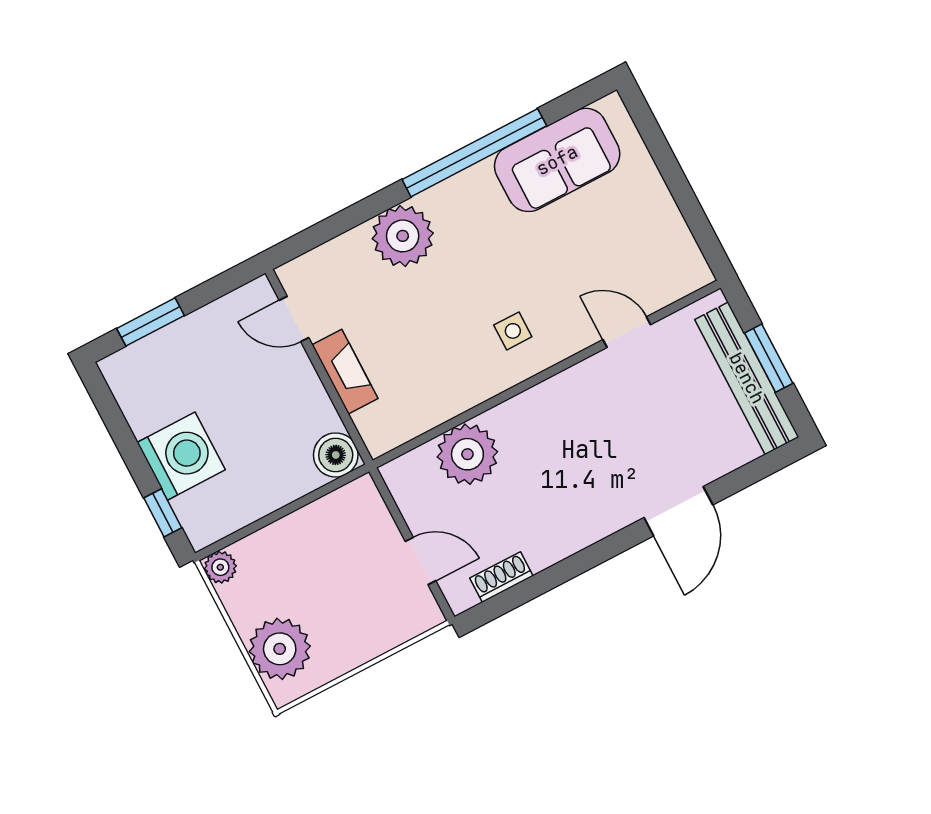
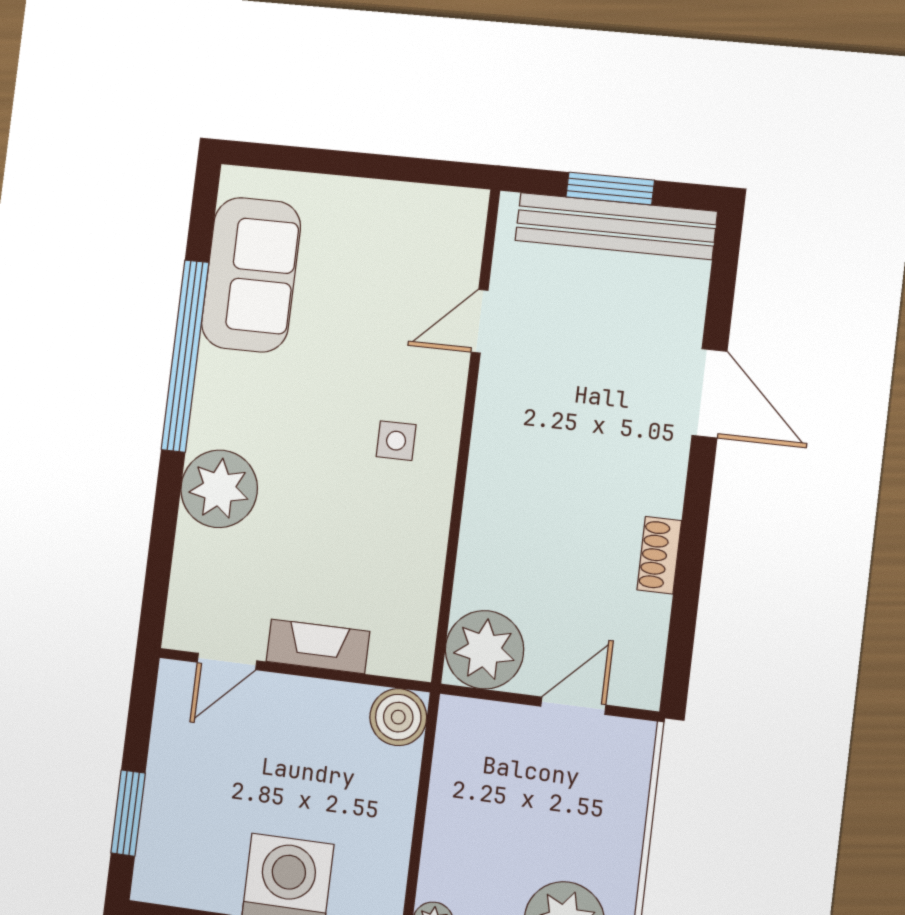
plant: (467, 454) -> (484, 650), moved
shoe rack: (501, 577) -> (659, 555), moved

